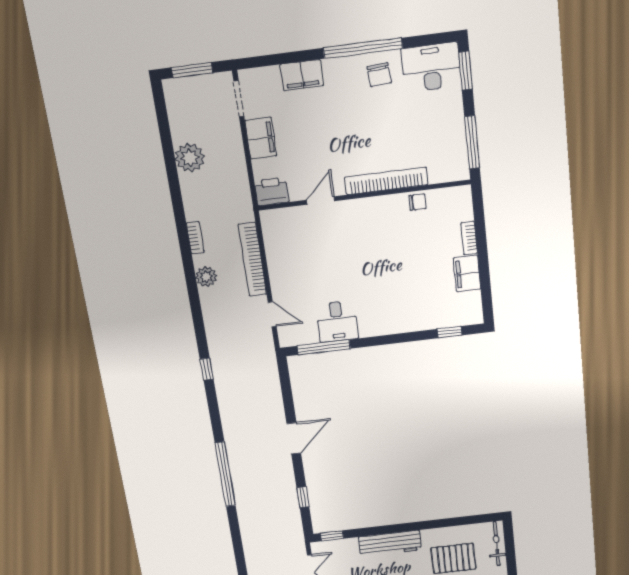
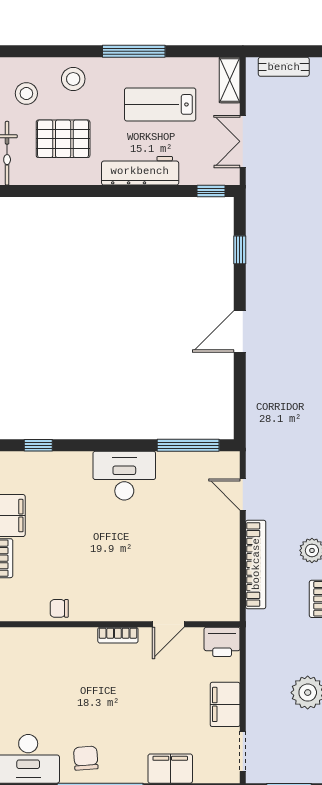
bookcase: (386, 181) -> (118, 635), width x0.43, depth x0.76
desk: (337, 321) -> (124, 476), moved, width x1.37

